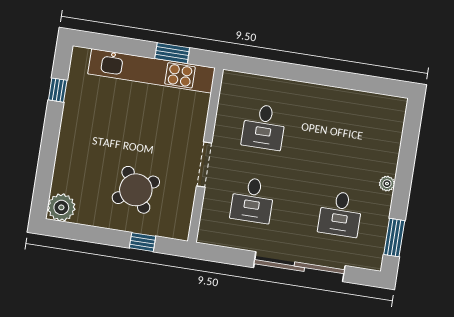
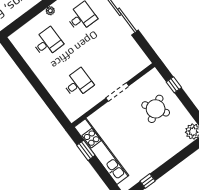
desk: (252, 200) -> (47, 42), moved

